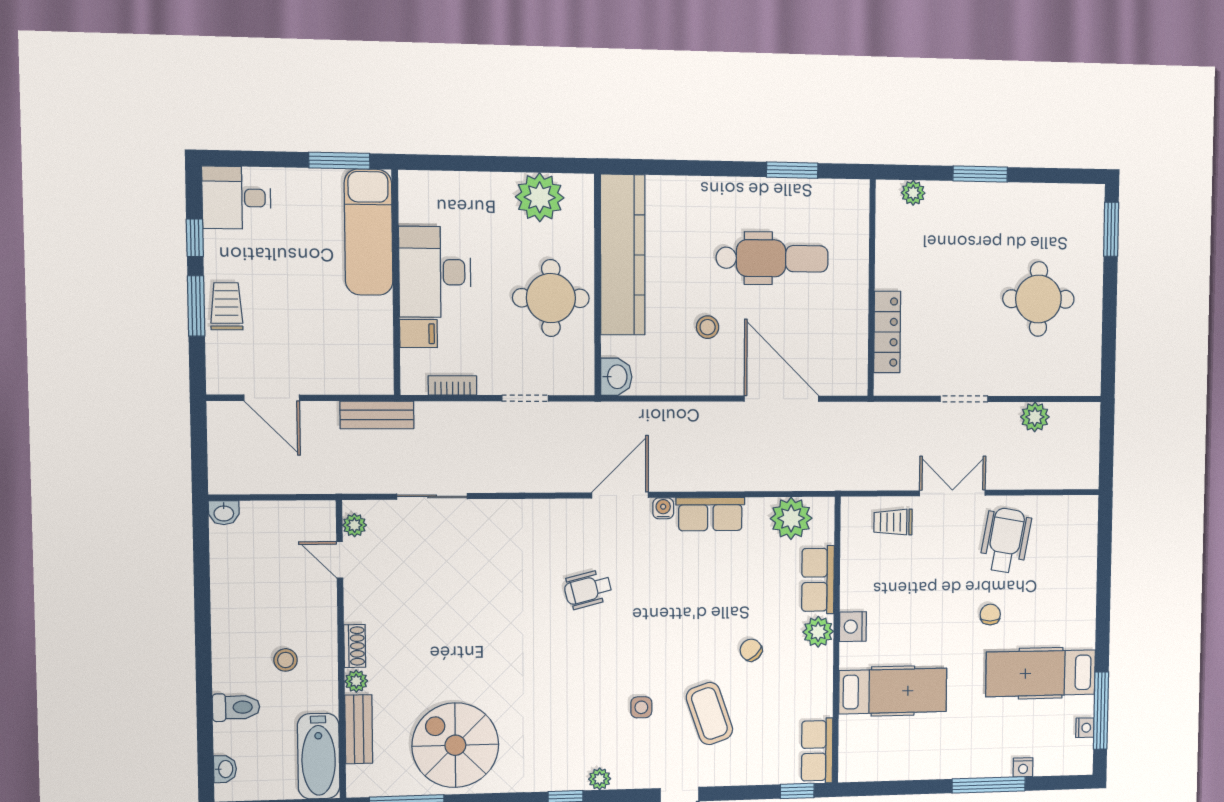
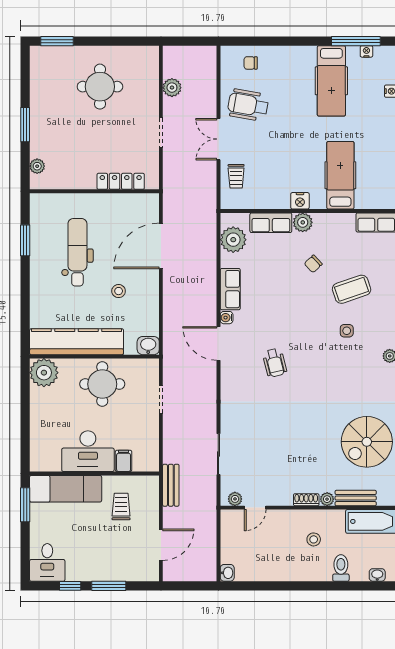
plant: (540, 197) -> (44, 373), moved
trolley: (227, 306) -> (121, 506), moved, turned 90
bookcase: (453, 385) -> (154, 442), removed
chair: (990, 614) -> (251, 63), moved

